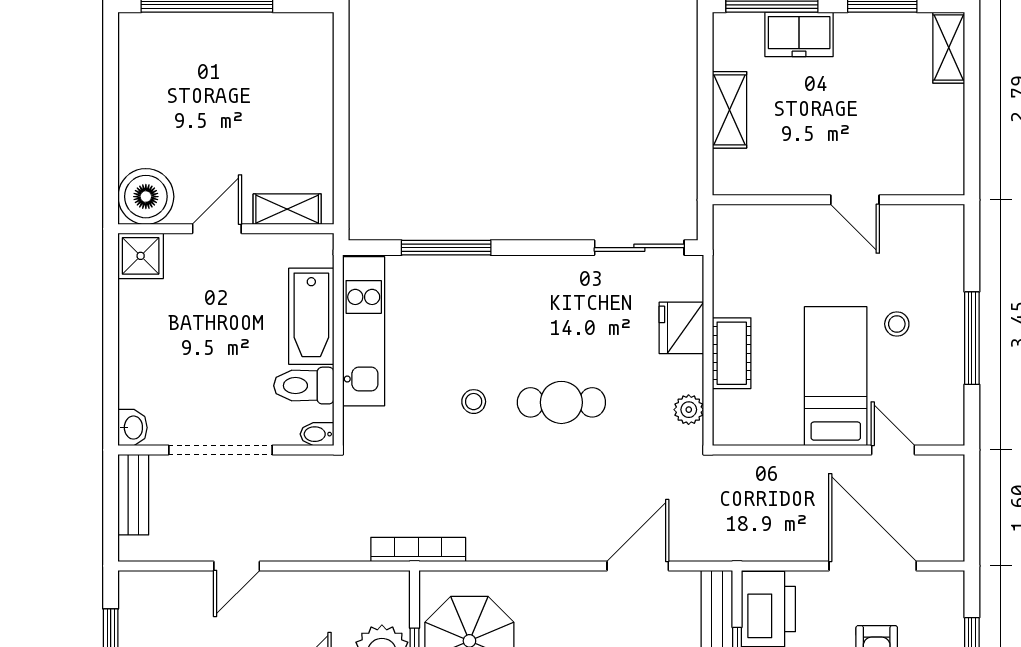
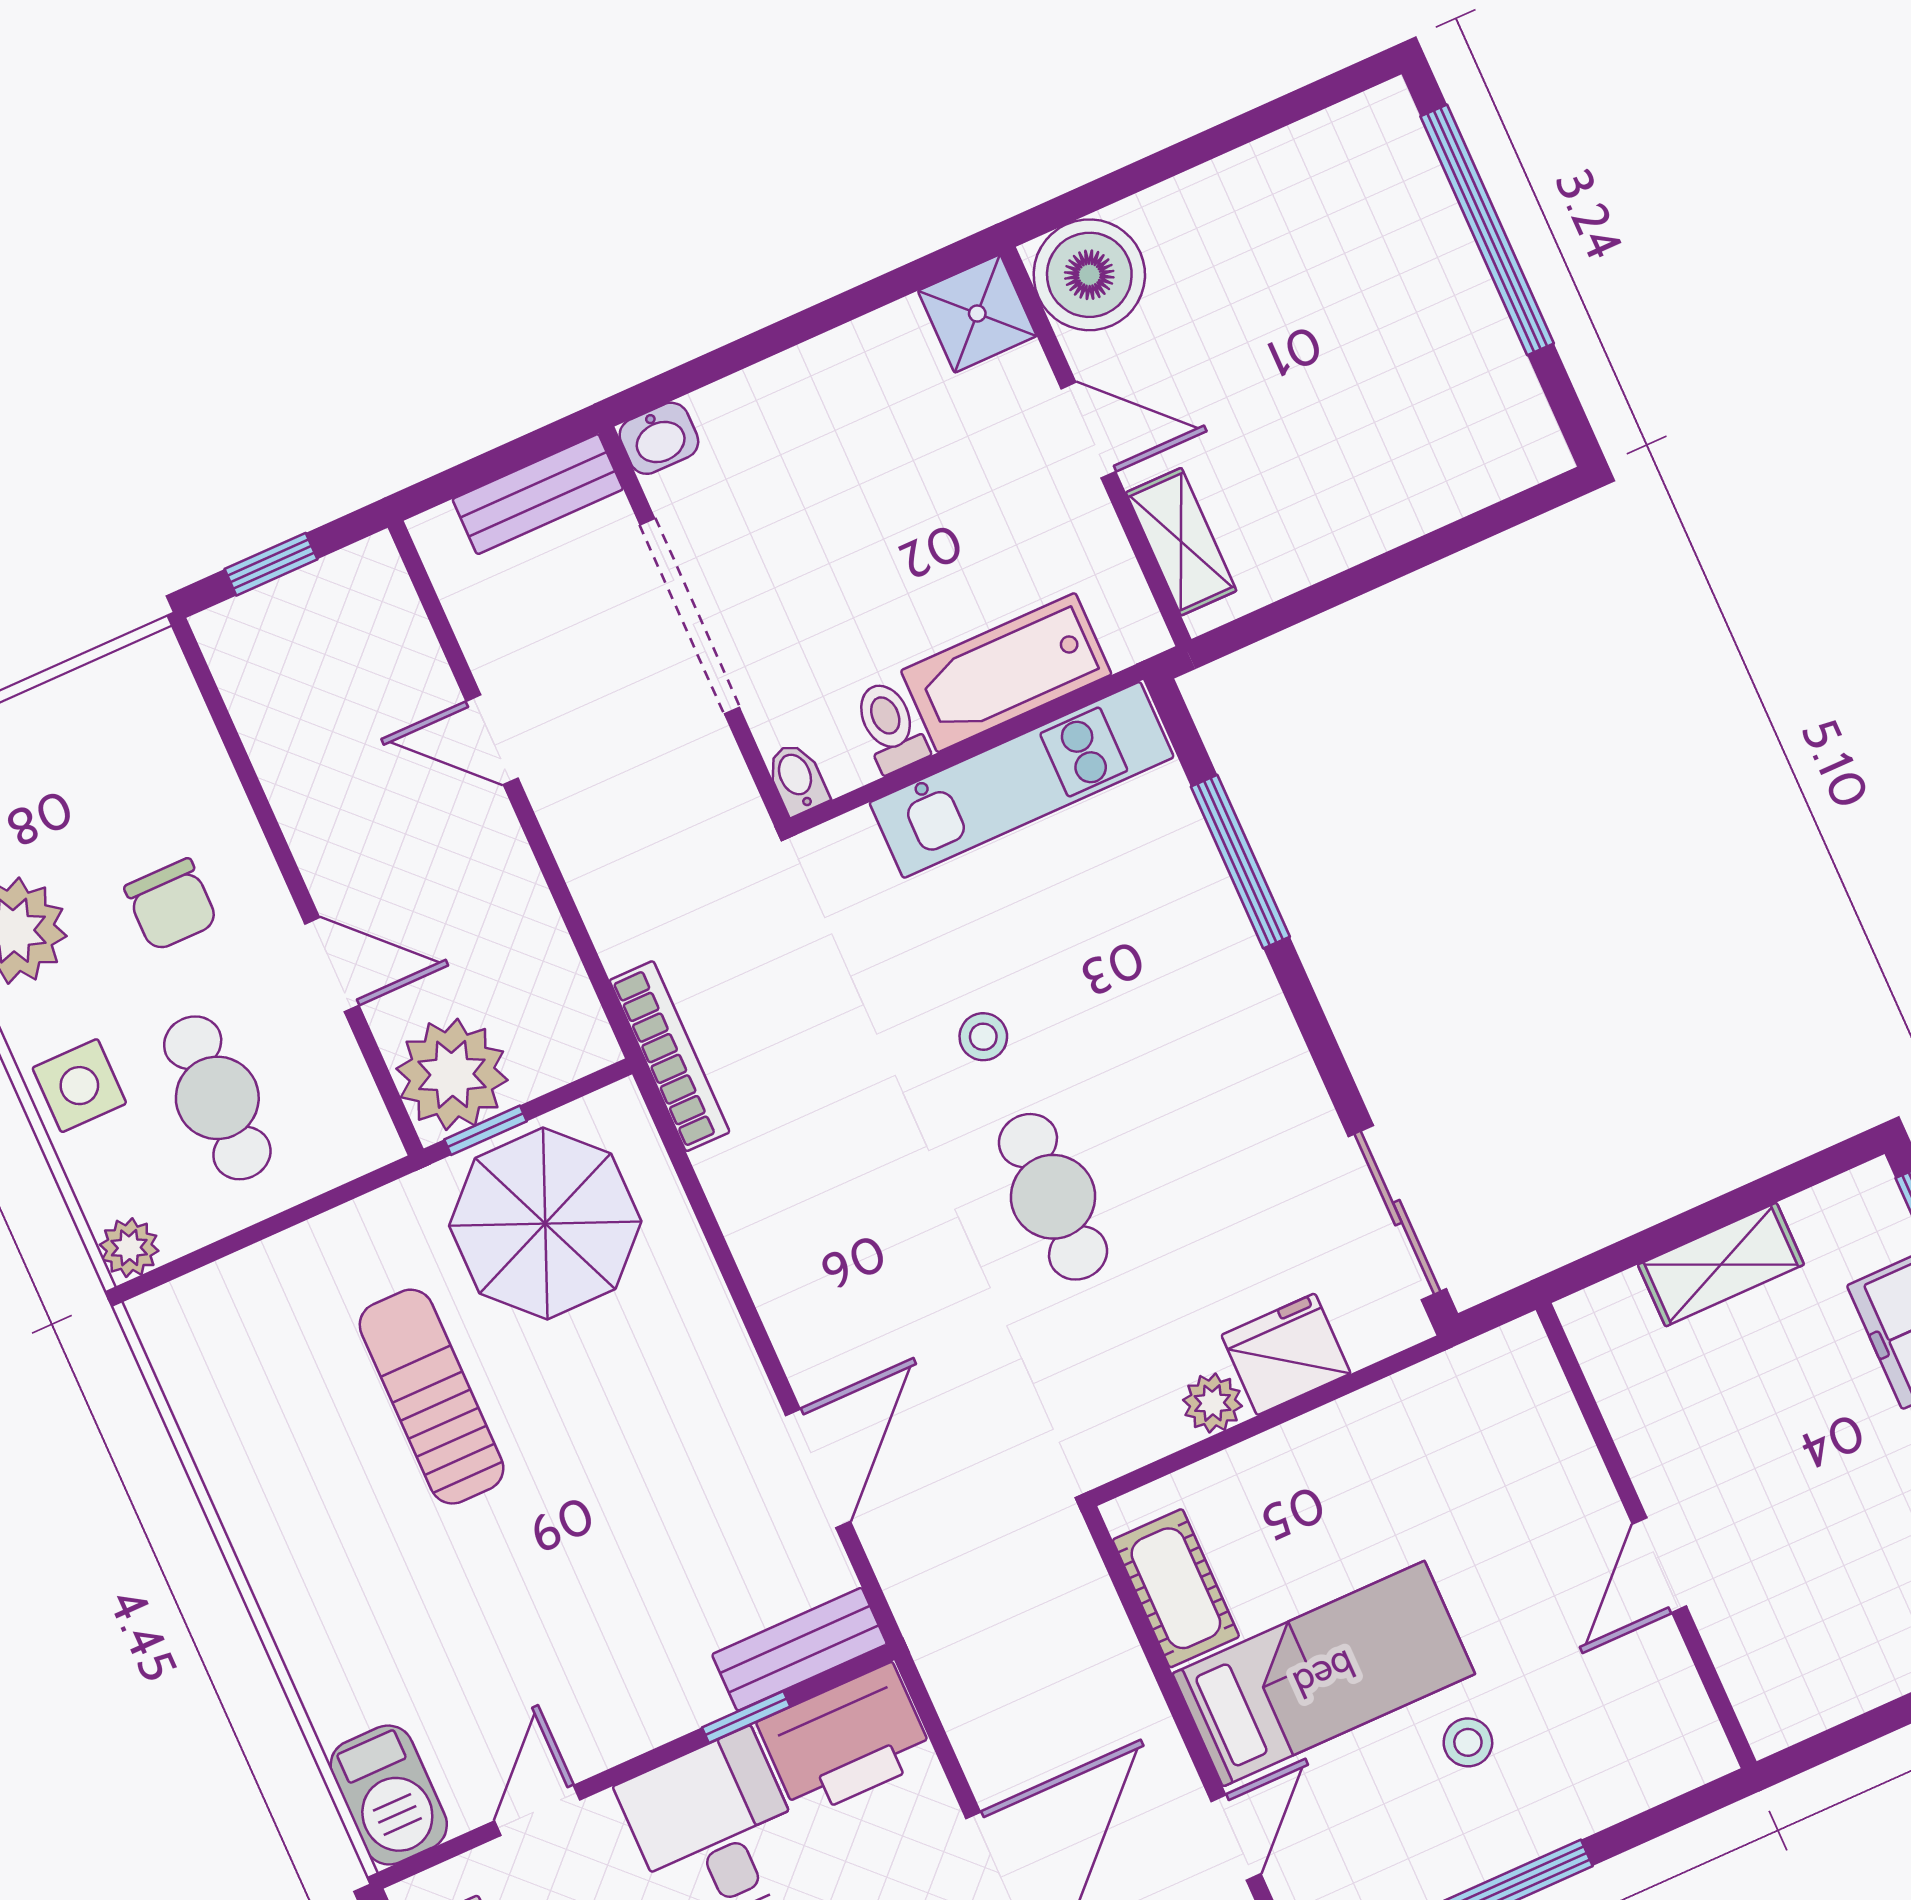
cot: (732, 353) -> (1176, 1588), moved, turned 90
toilet: (304, 386) -> (890, 727), width x0.73, depth x0.72
plant: (689, 410) -> (1213, 1403), moved
door: (638, 566) -> (818, 1468), hinge flipped

